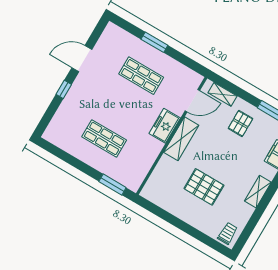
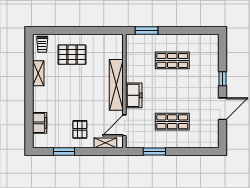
window: (154, 42) -> (154, 152), moved
shelving: (181, 139) -> (116, 85), width x1.47
pallet: (204, 187) -> (72, 55), moved
shelving: (258, 192) -> (38, 73), moved

